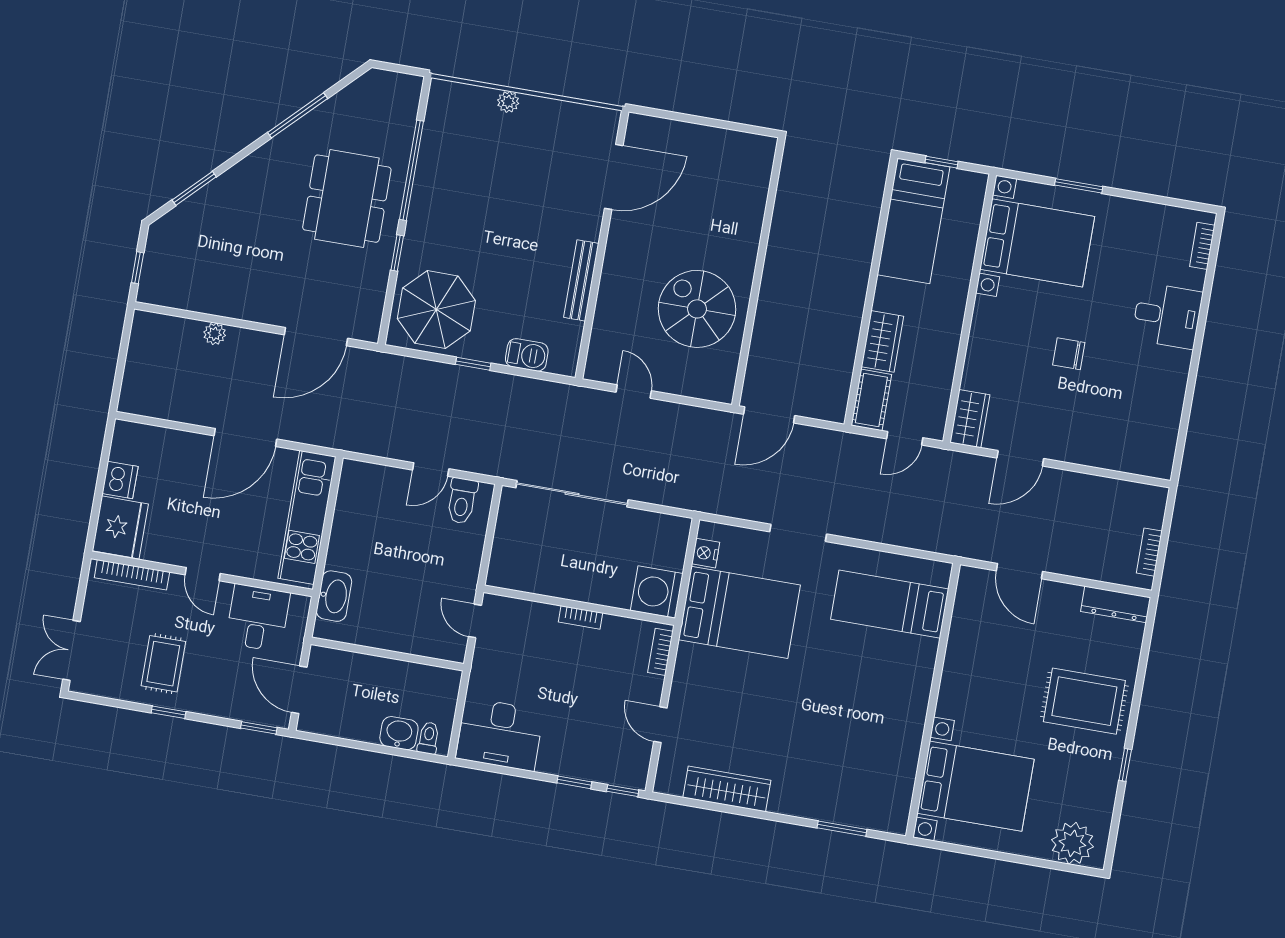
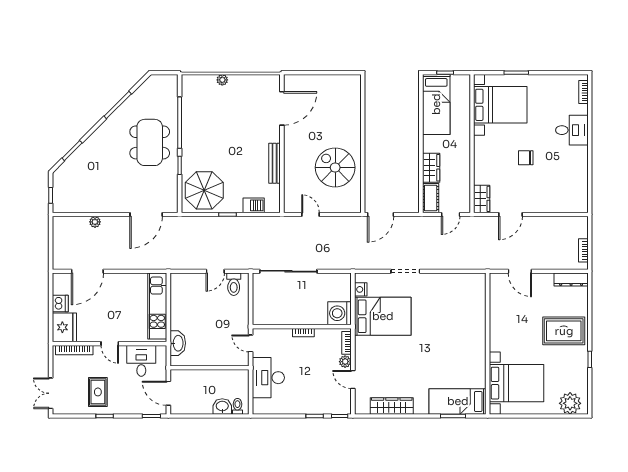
door: (245, 437) -> (87, 271), moved
bed: (890, 604) -> (458, 401), moved
plant: (652, 687) -> (345, 362), added
desk: (500, 734) -> (268, 378), moved, turned 90

